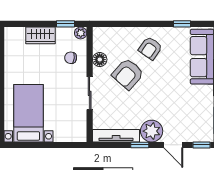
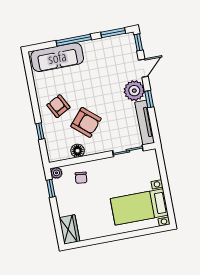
window: (182, 24) -> (40, 131), moved
wardrobe: (41, 35) -> (69, 229), moved
armchair: (150, 48) -> (58, 106), turned -153
sliding door: (90, 93) -> (128, 151), moved

